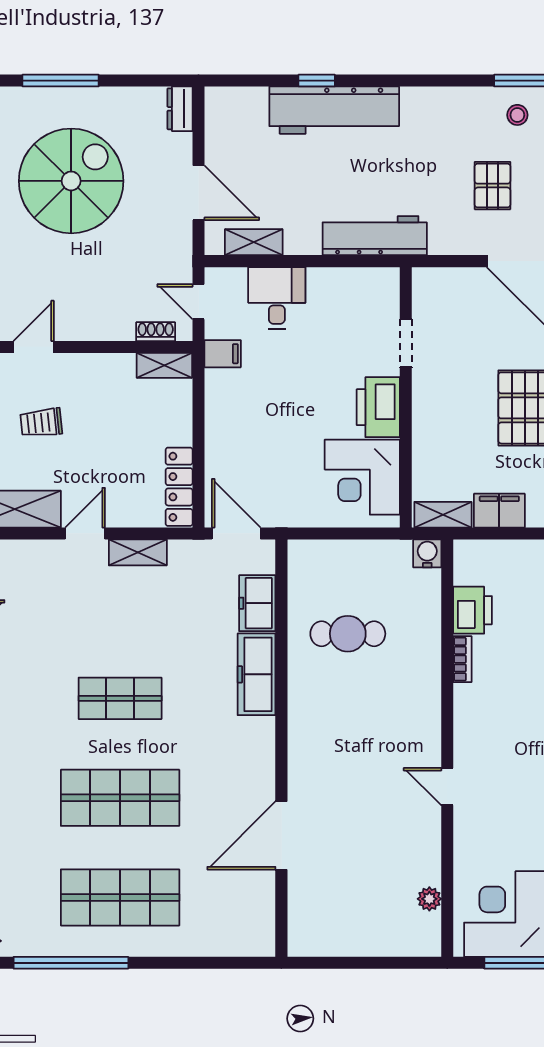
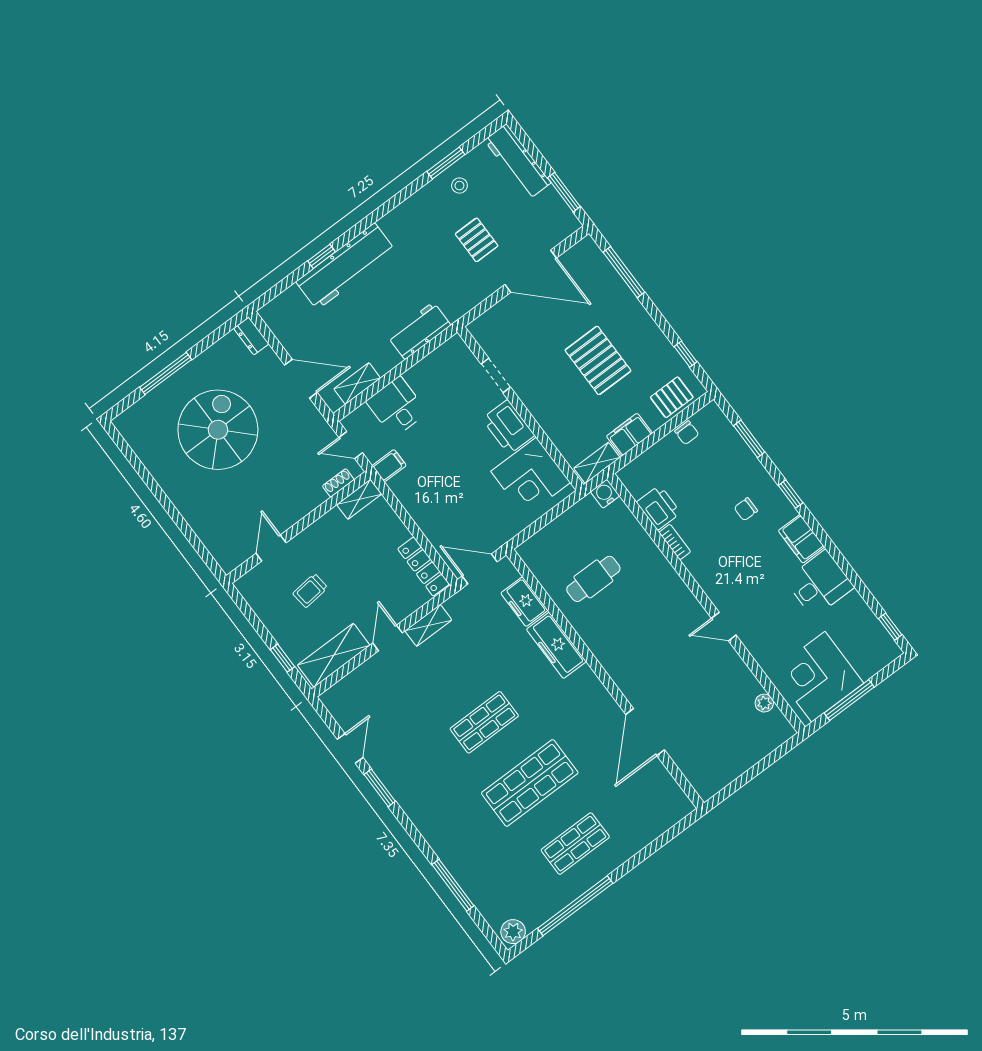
workbench: (375, 236) -> (419, 331), width x0.73
shop shelf: (120, 897) -> (575, 844), width x0.70, depth x0.74

